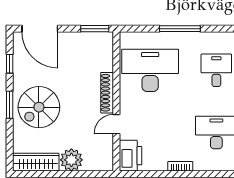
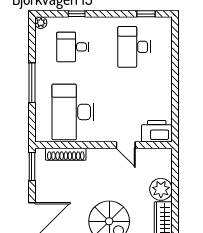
shoe rack: (107, 93) -> (66, 154), moved
bookcase: (180, 166) -> (167, 82), removed

